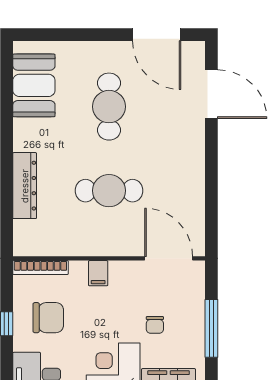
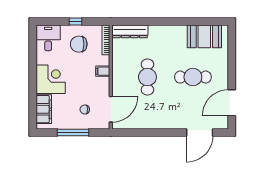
dresser: (25, 186) -> (130, 31), moved
chair: (48, 318) -> (79, 44), turned 90
chair: (155, 325) -> (85, 109), moved

